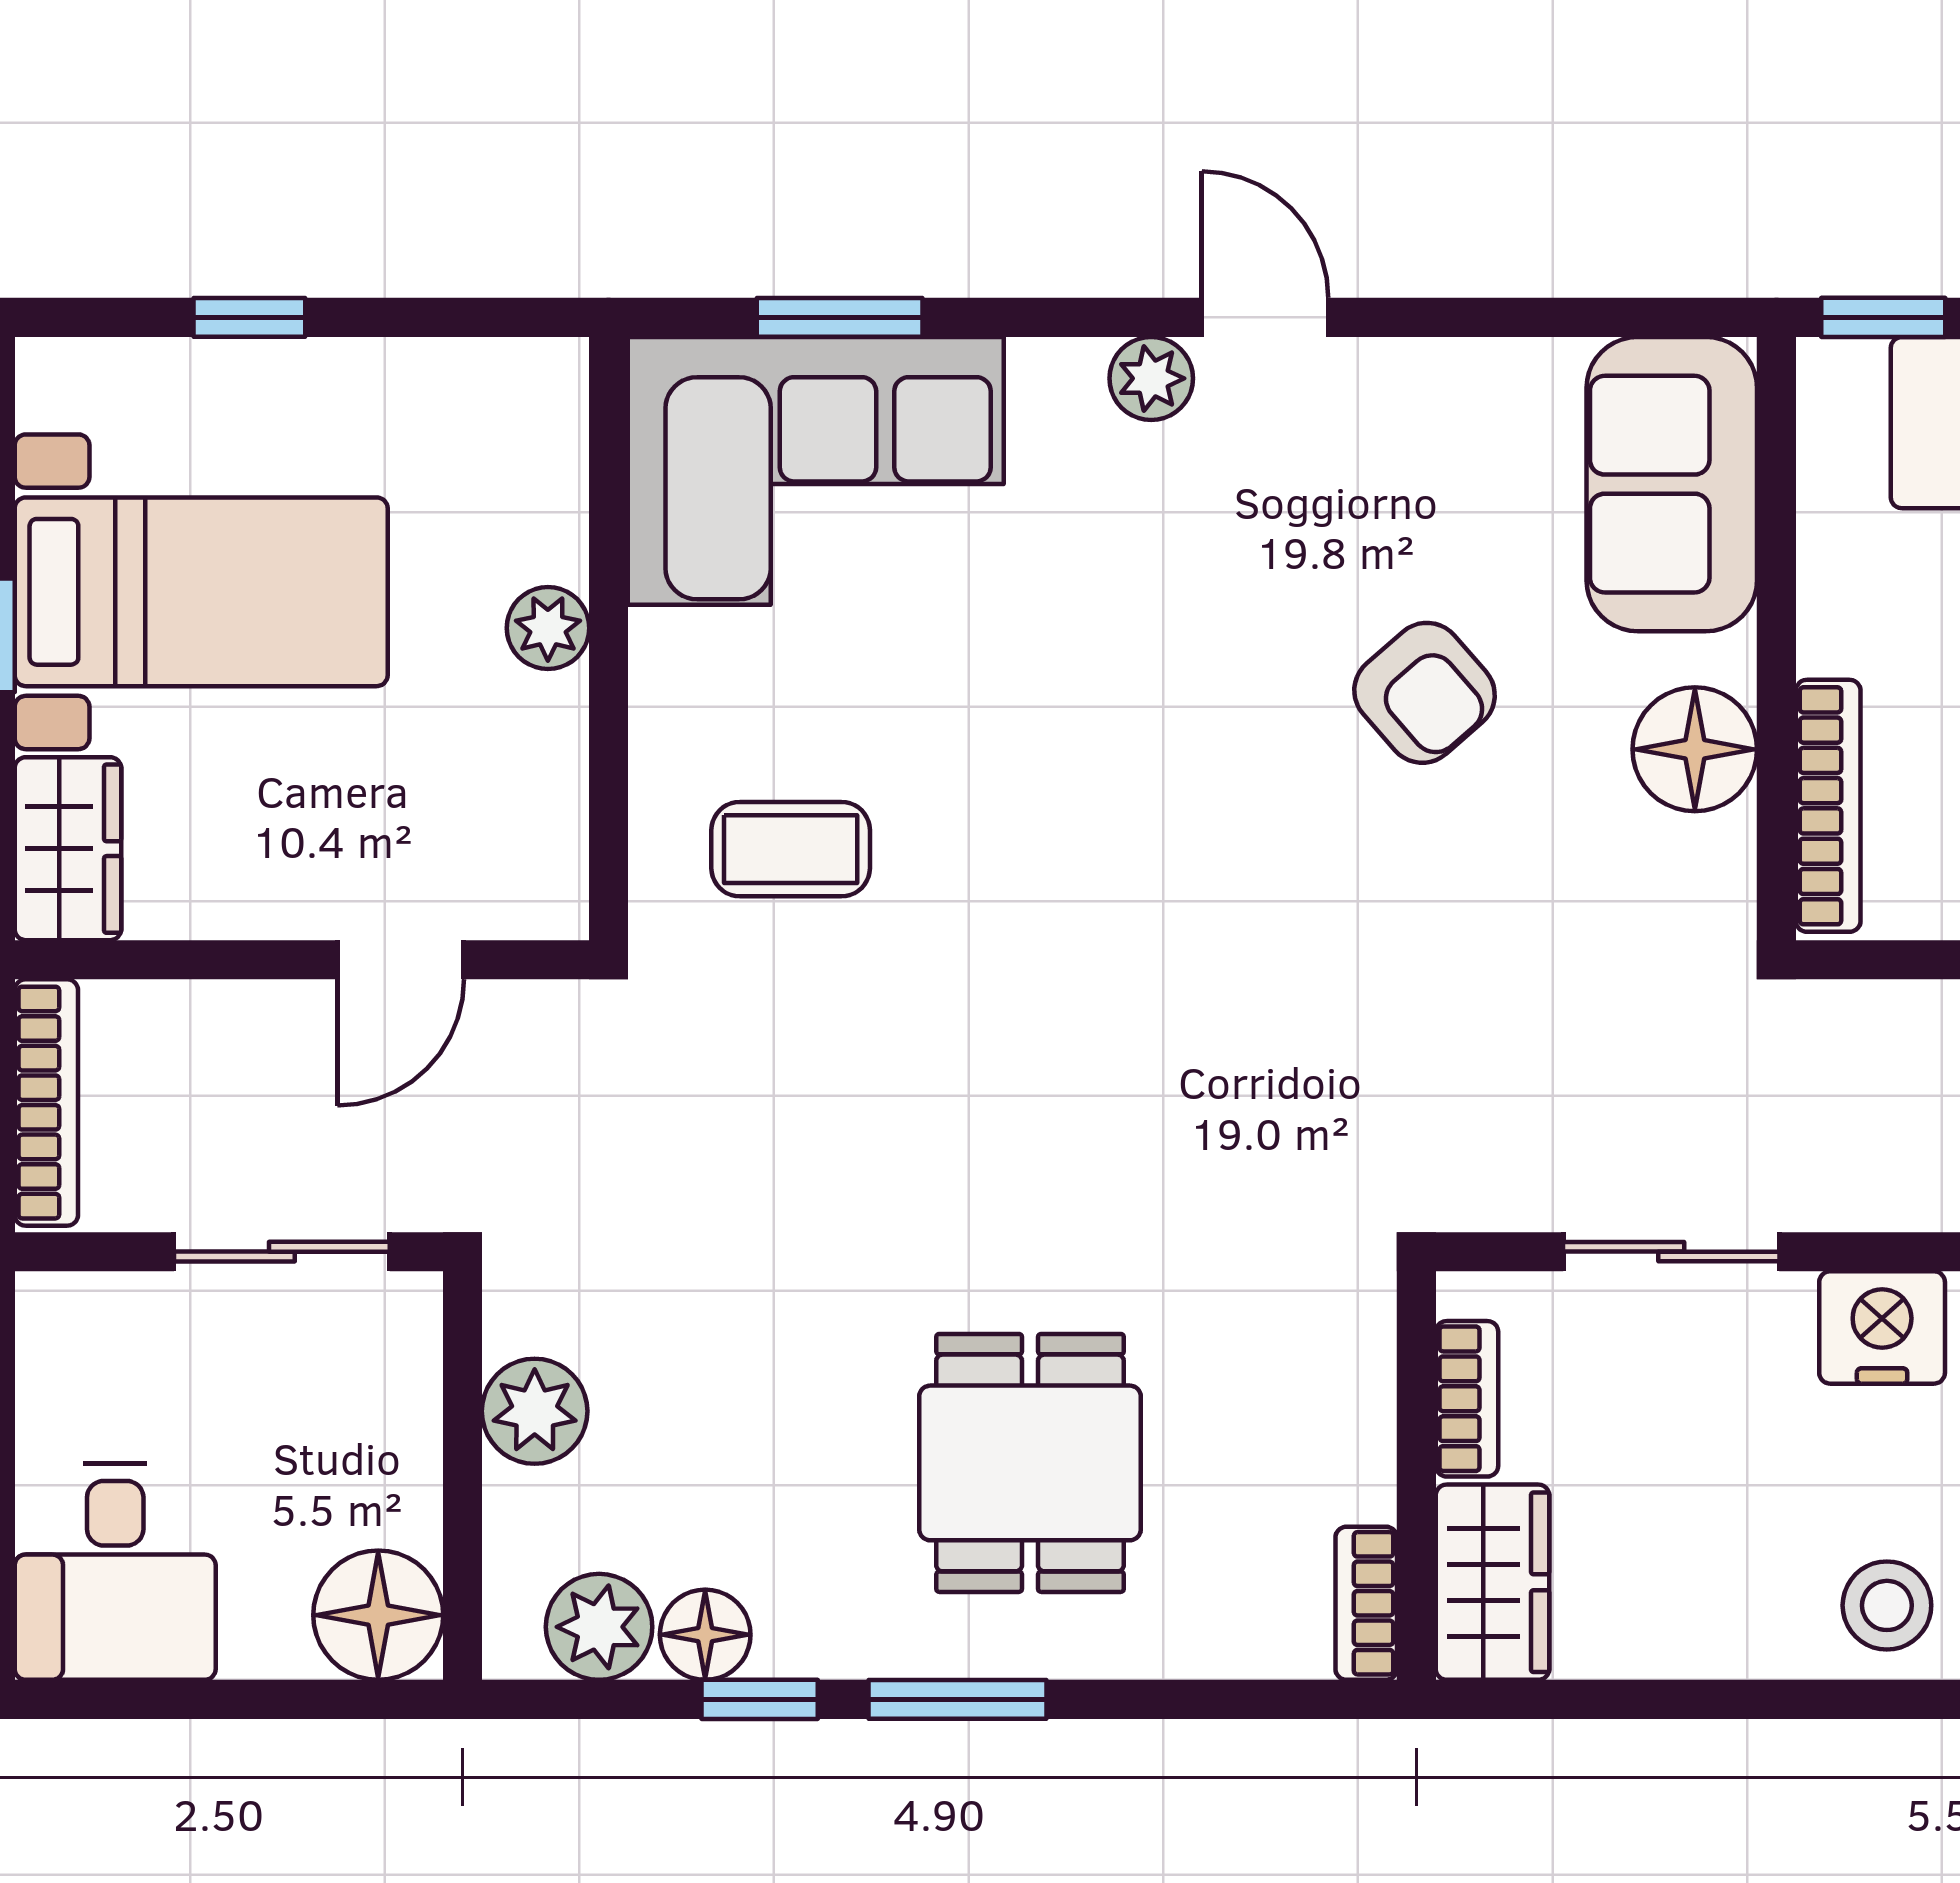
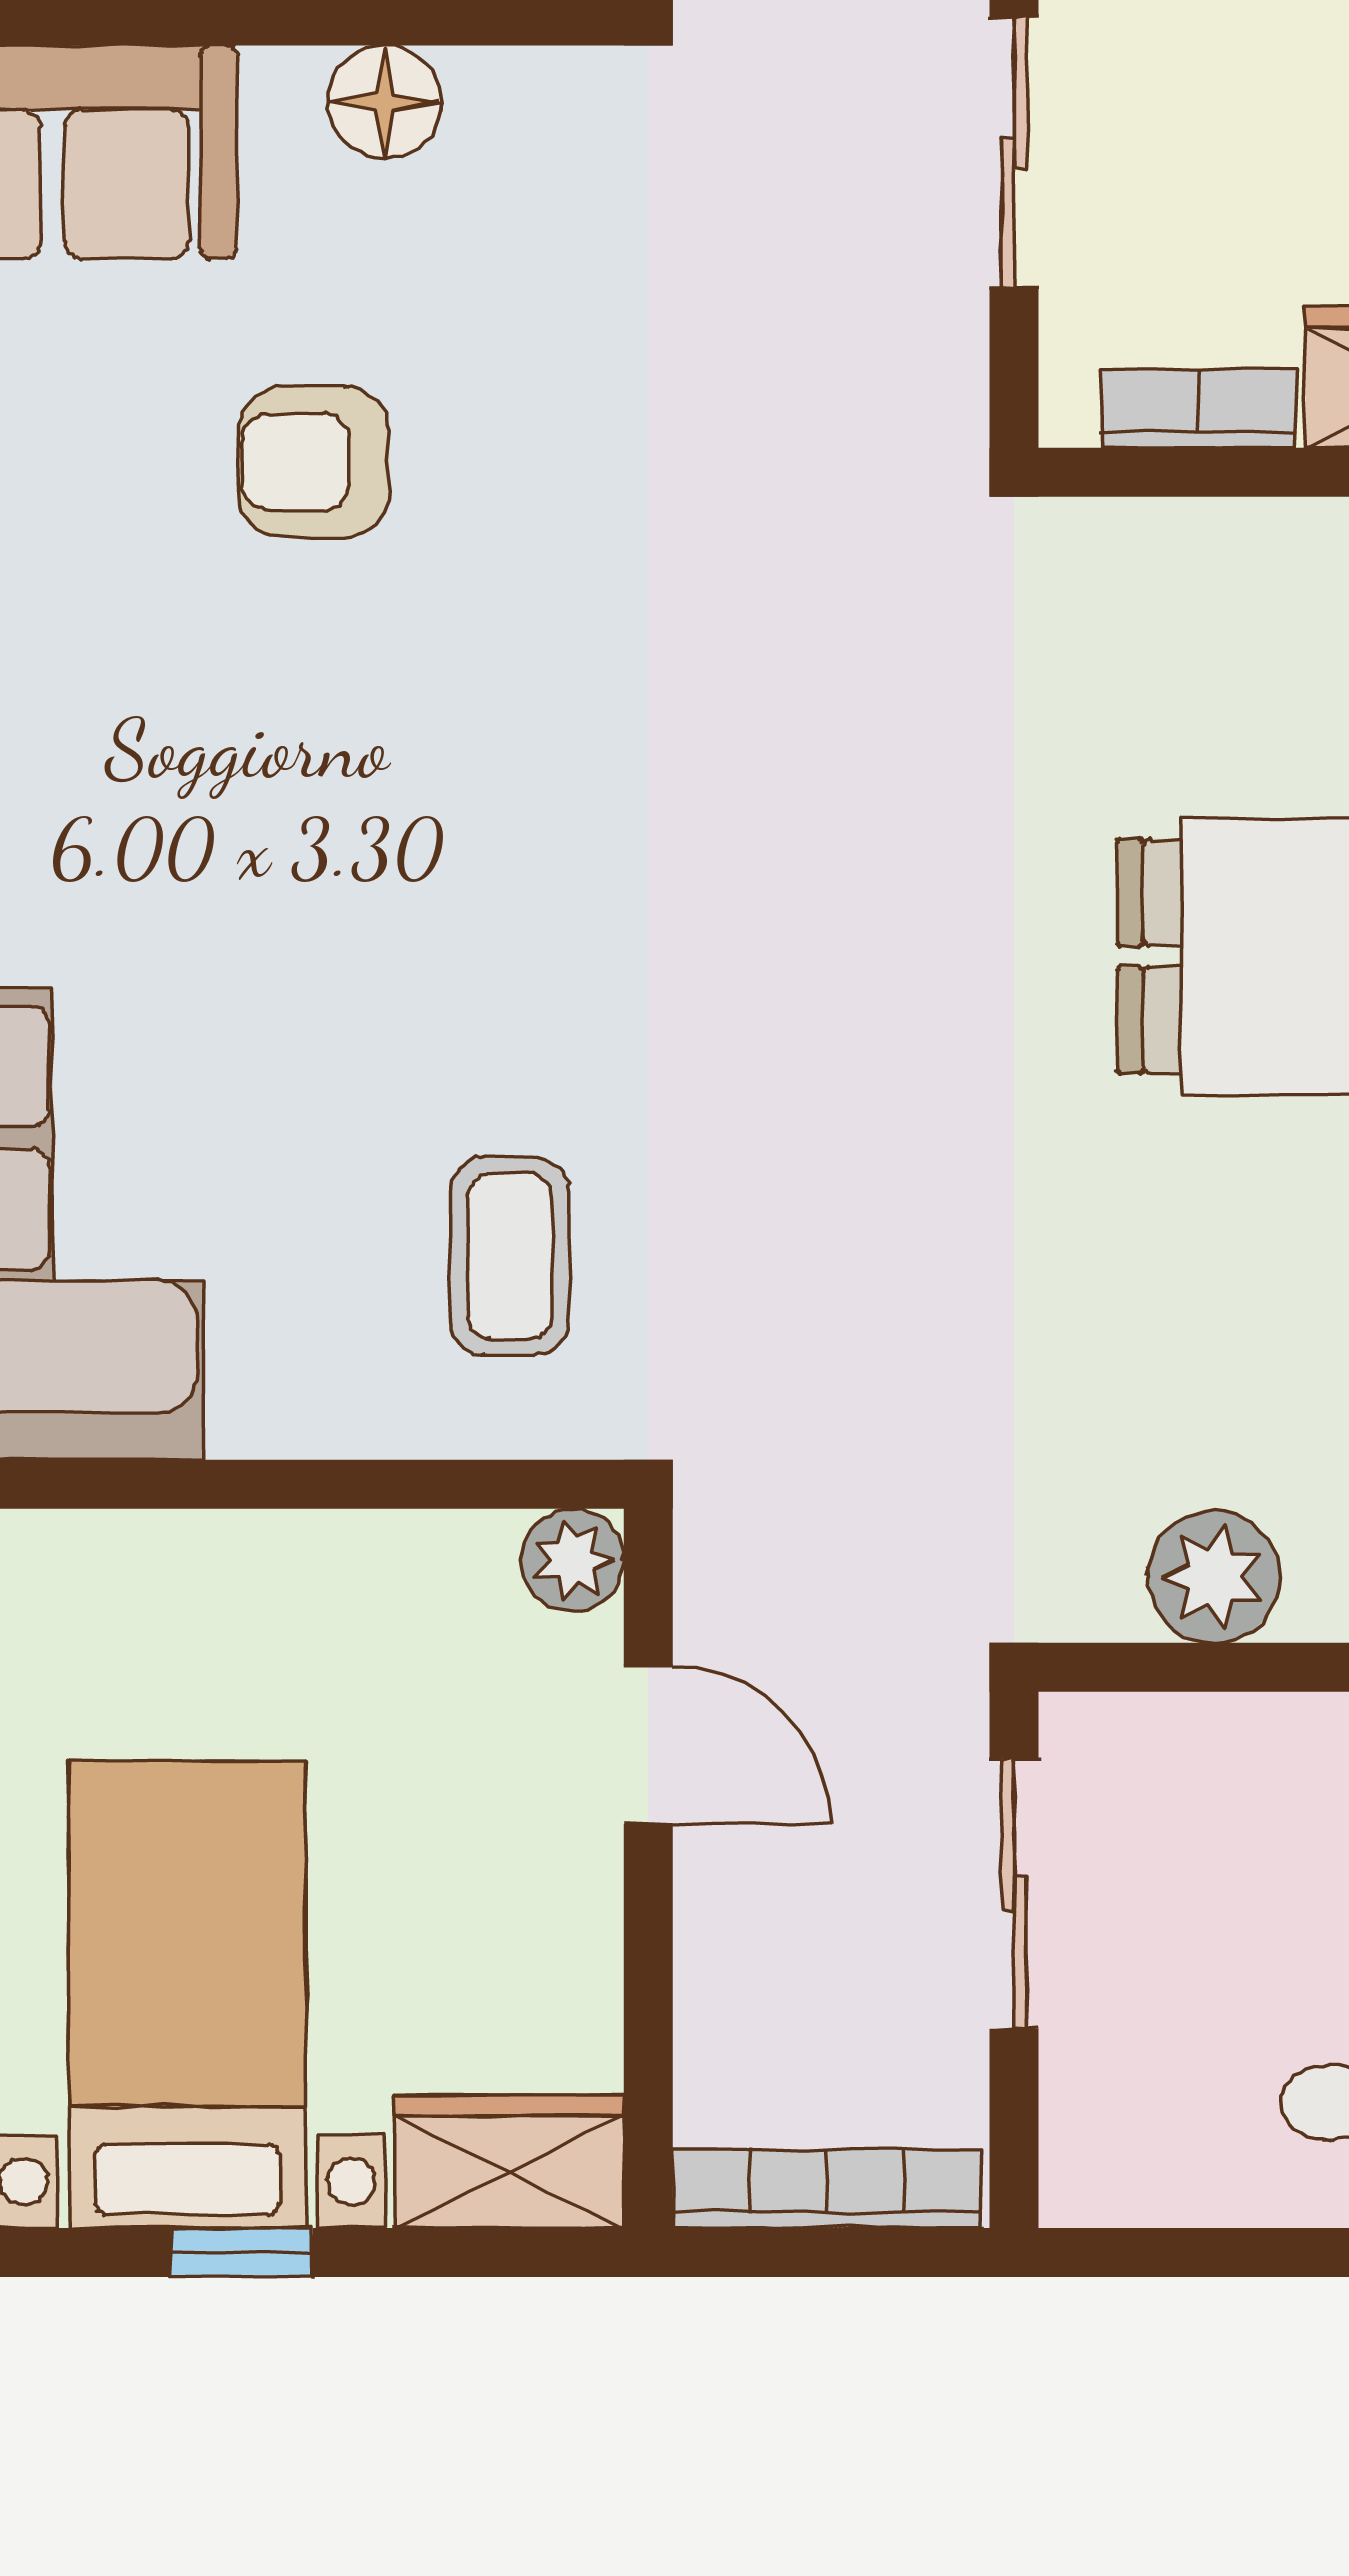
plant: (548, 628) -> (572, 1560), moved
armchair: (1425, 693) -> (314, 462), turned -139
floor lamp: (1695, 749) -> (385, 102), width x0.73, depth x0.73

